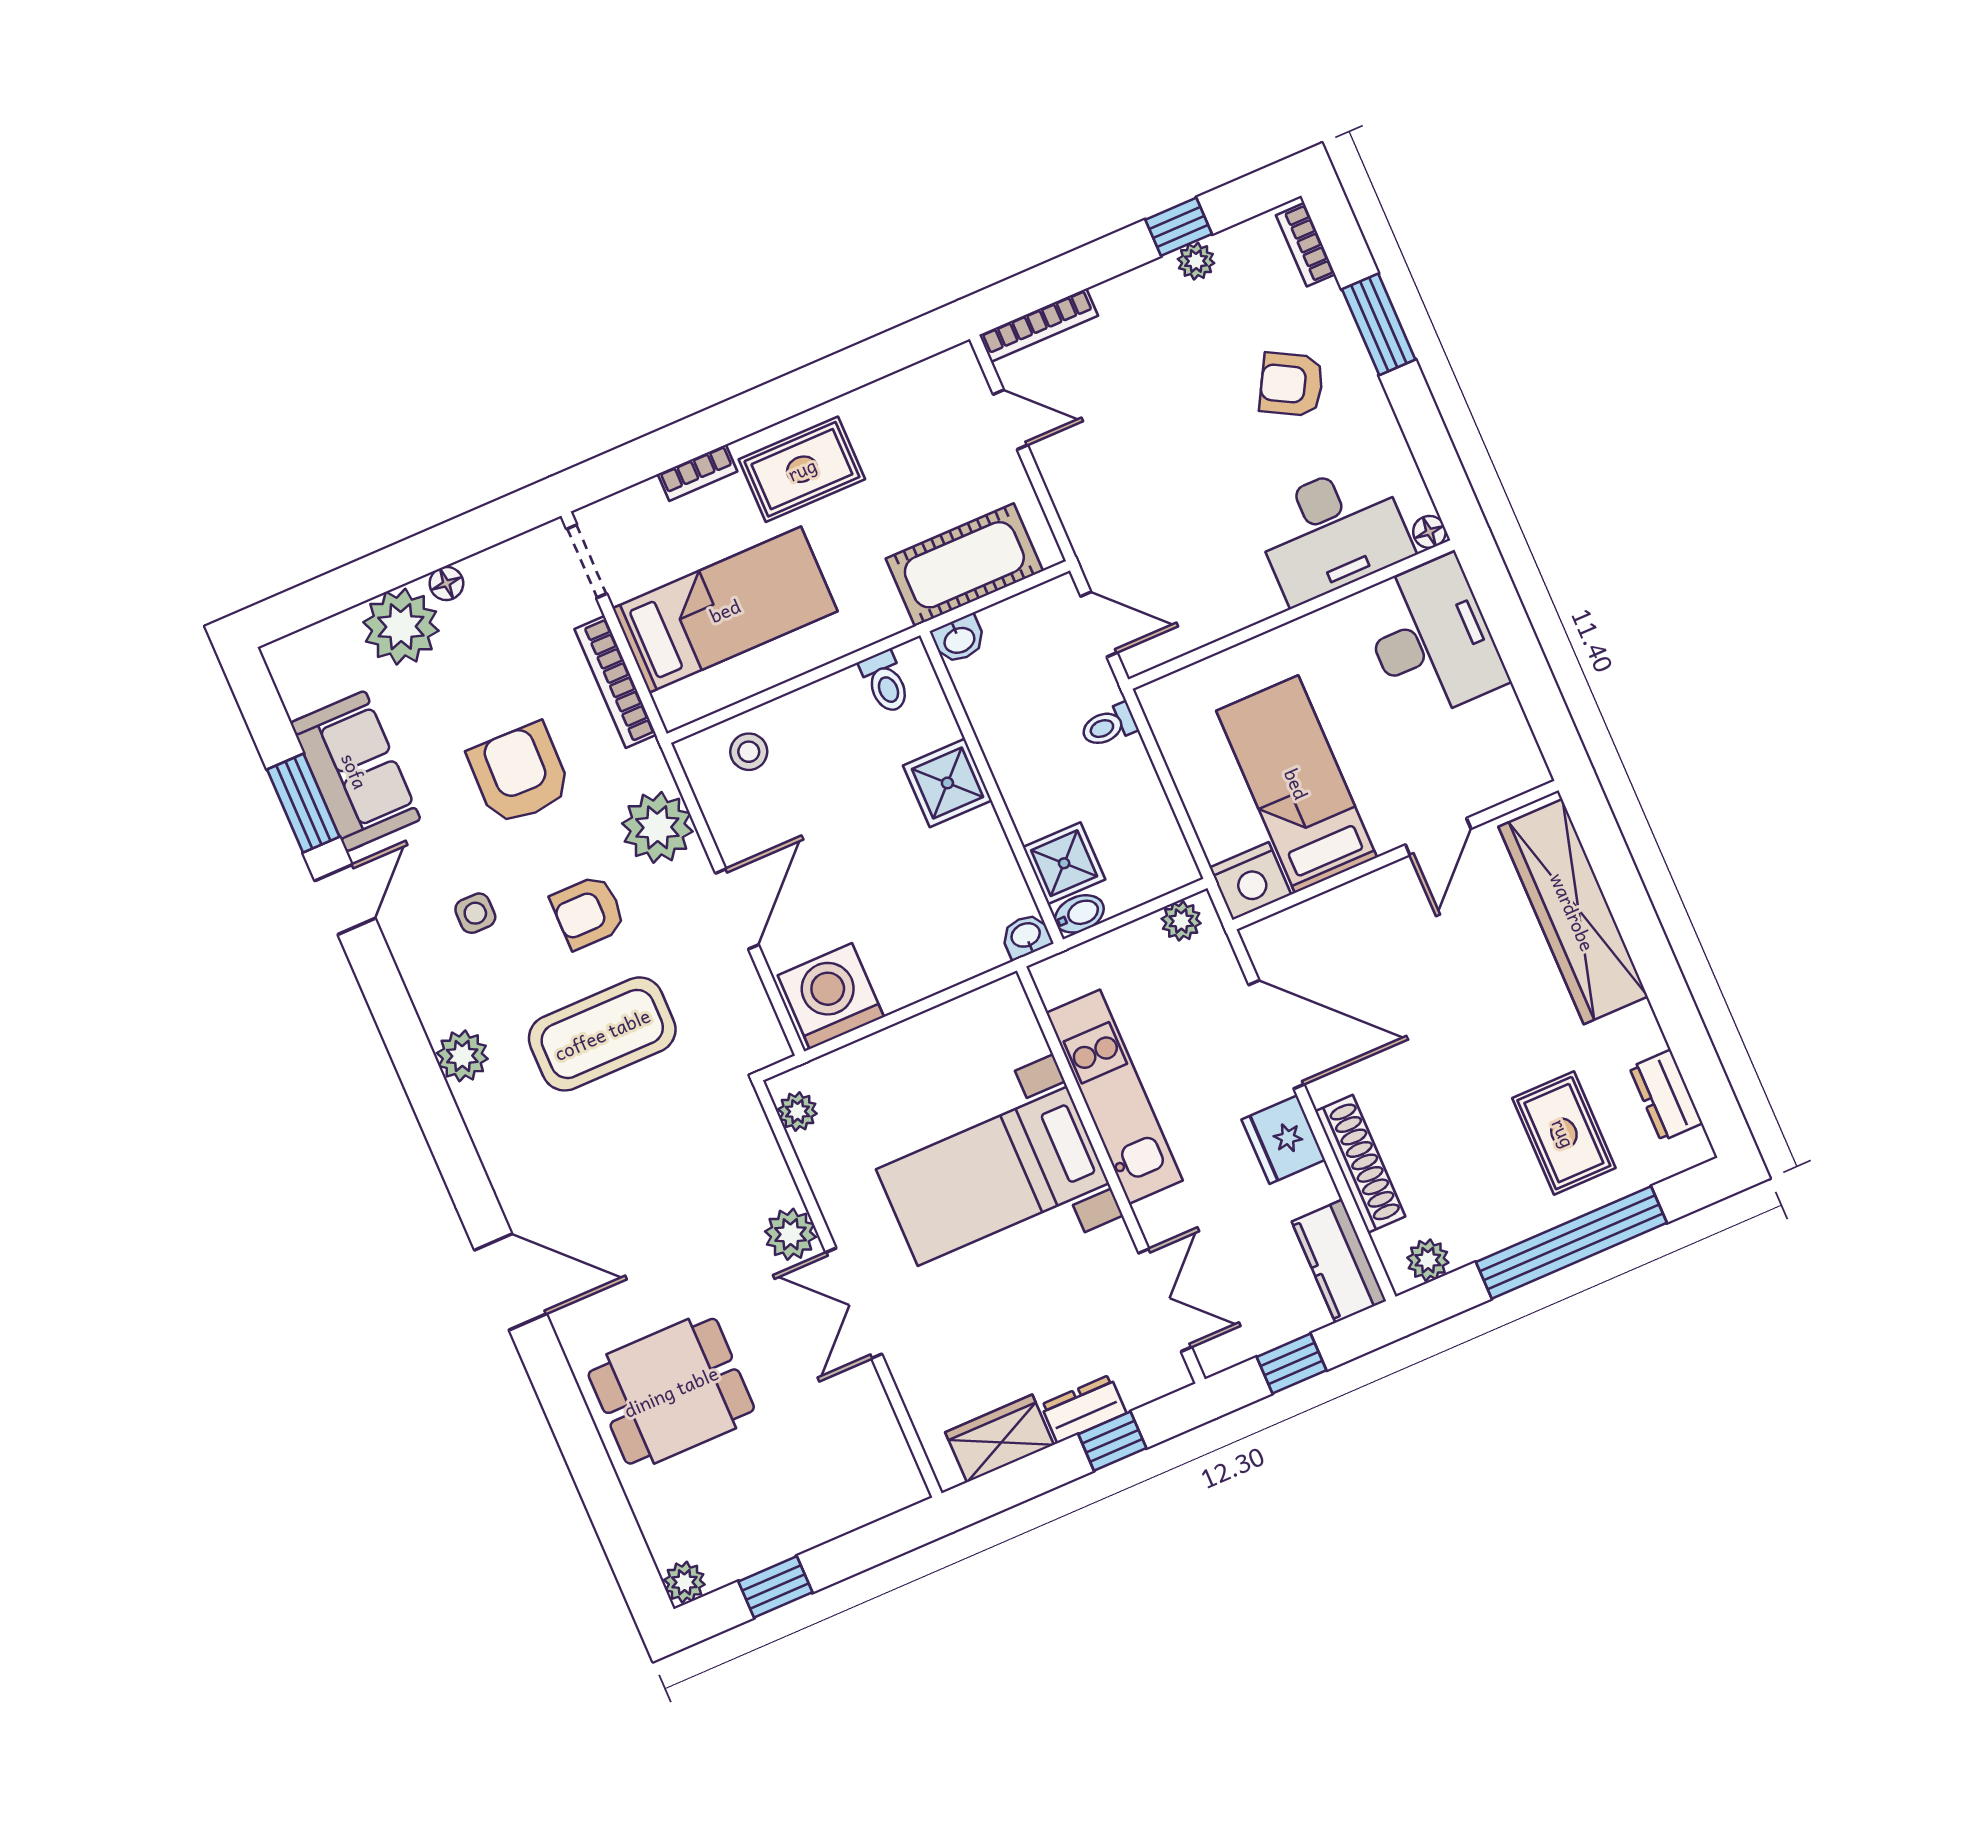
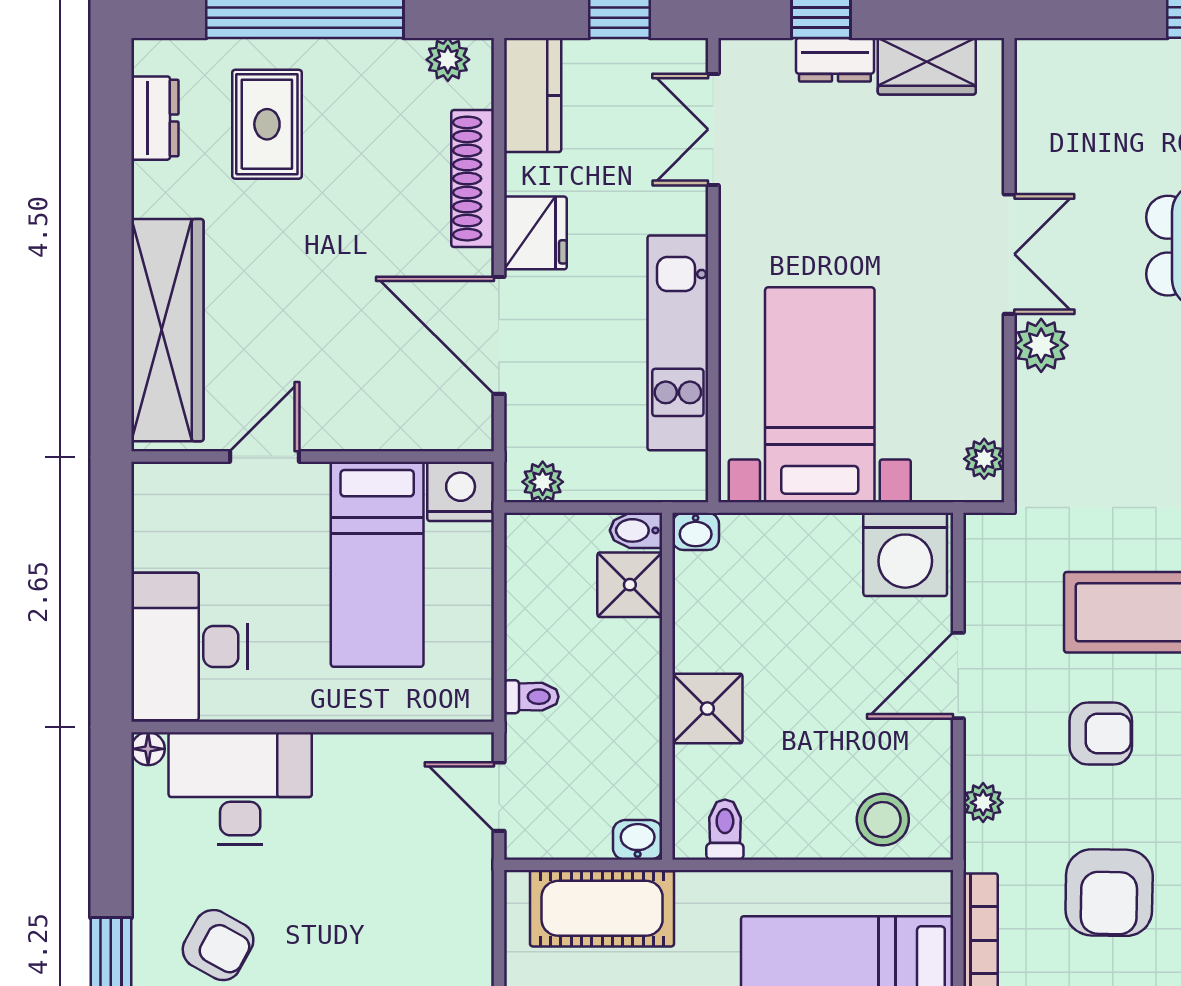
stool: (749, 752) -> (883, 820), width x1.37, depth x1.37
plant: (657, 827) -> (983, 803), width x0.53, depth x0.53
bed with nightstands: (992, 1176) -> (820, 395), moved, turned -90

